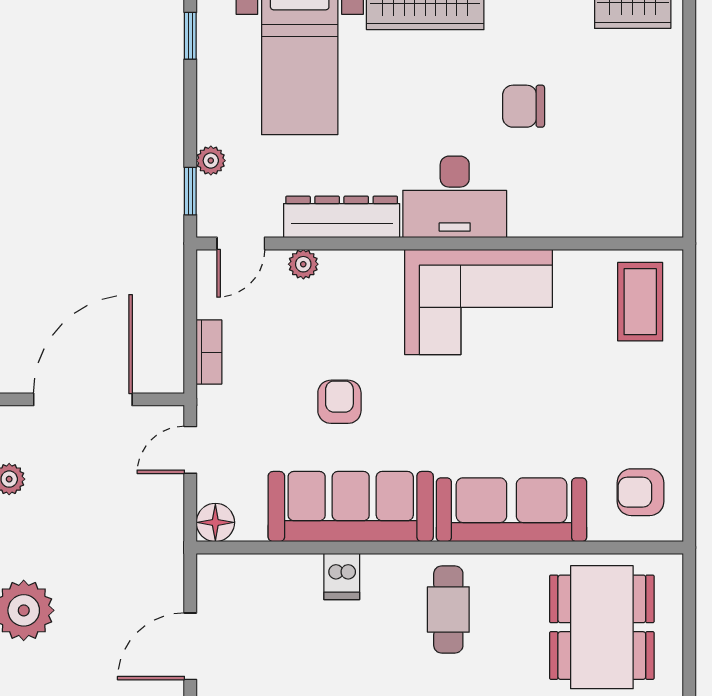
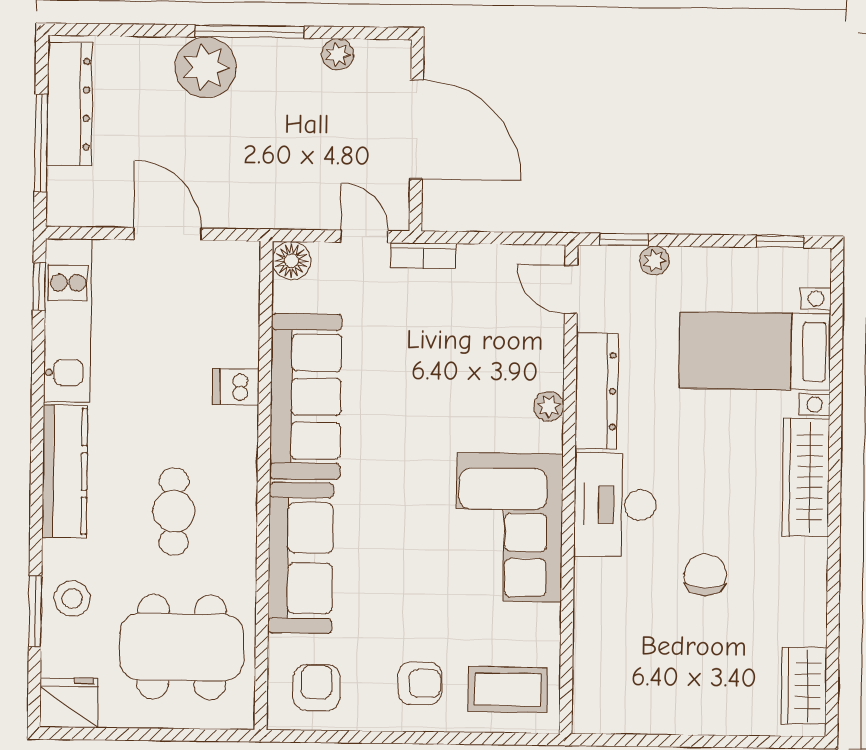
plant: (303, 264) -> (549, 406), moved
bookcase: (209, 352) -> (424, 256), moved
armchair: (339, 402) -> (420, 683), moved
cafe table: (448, 610) -> (174, 511), moved, turned 90

